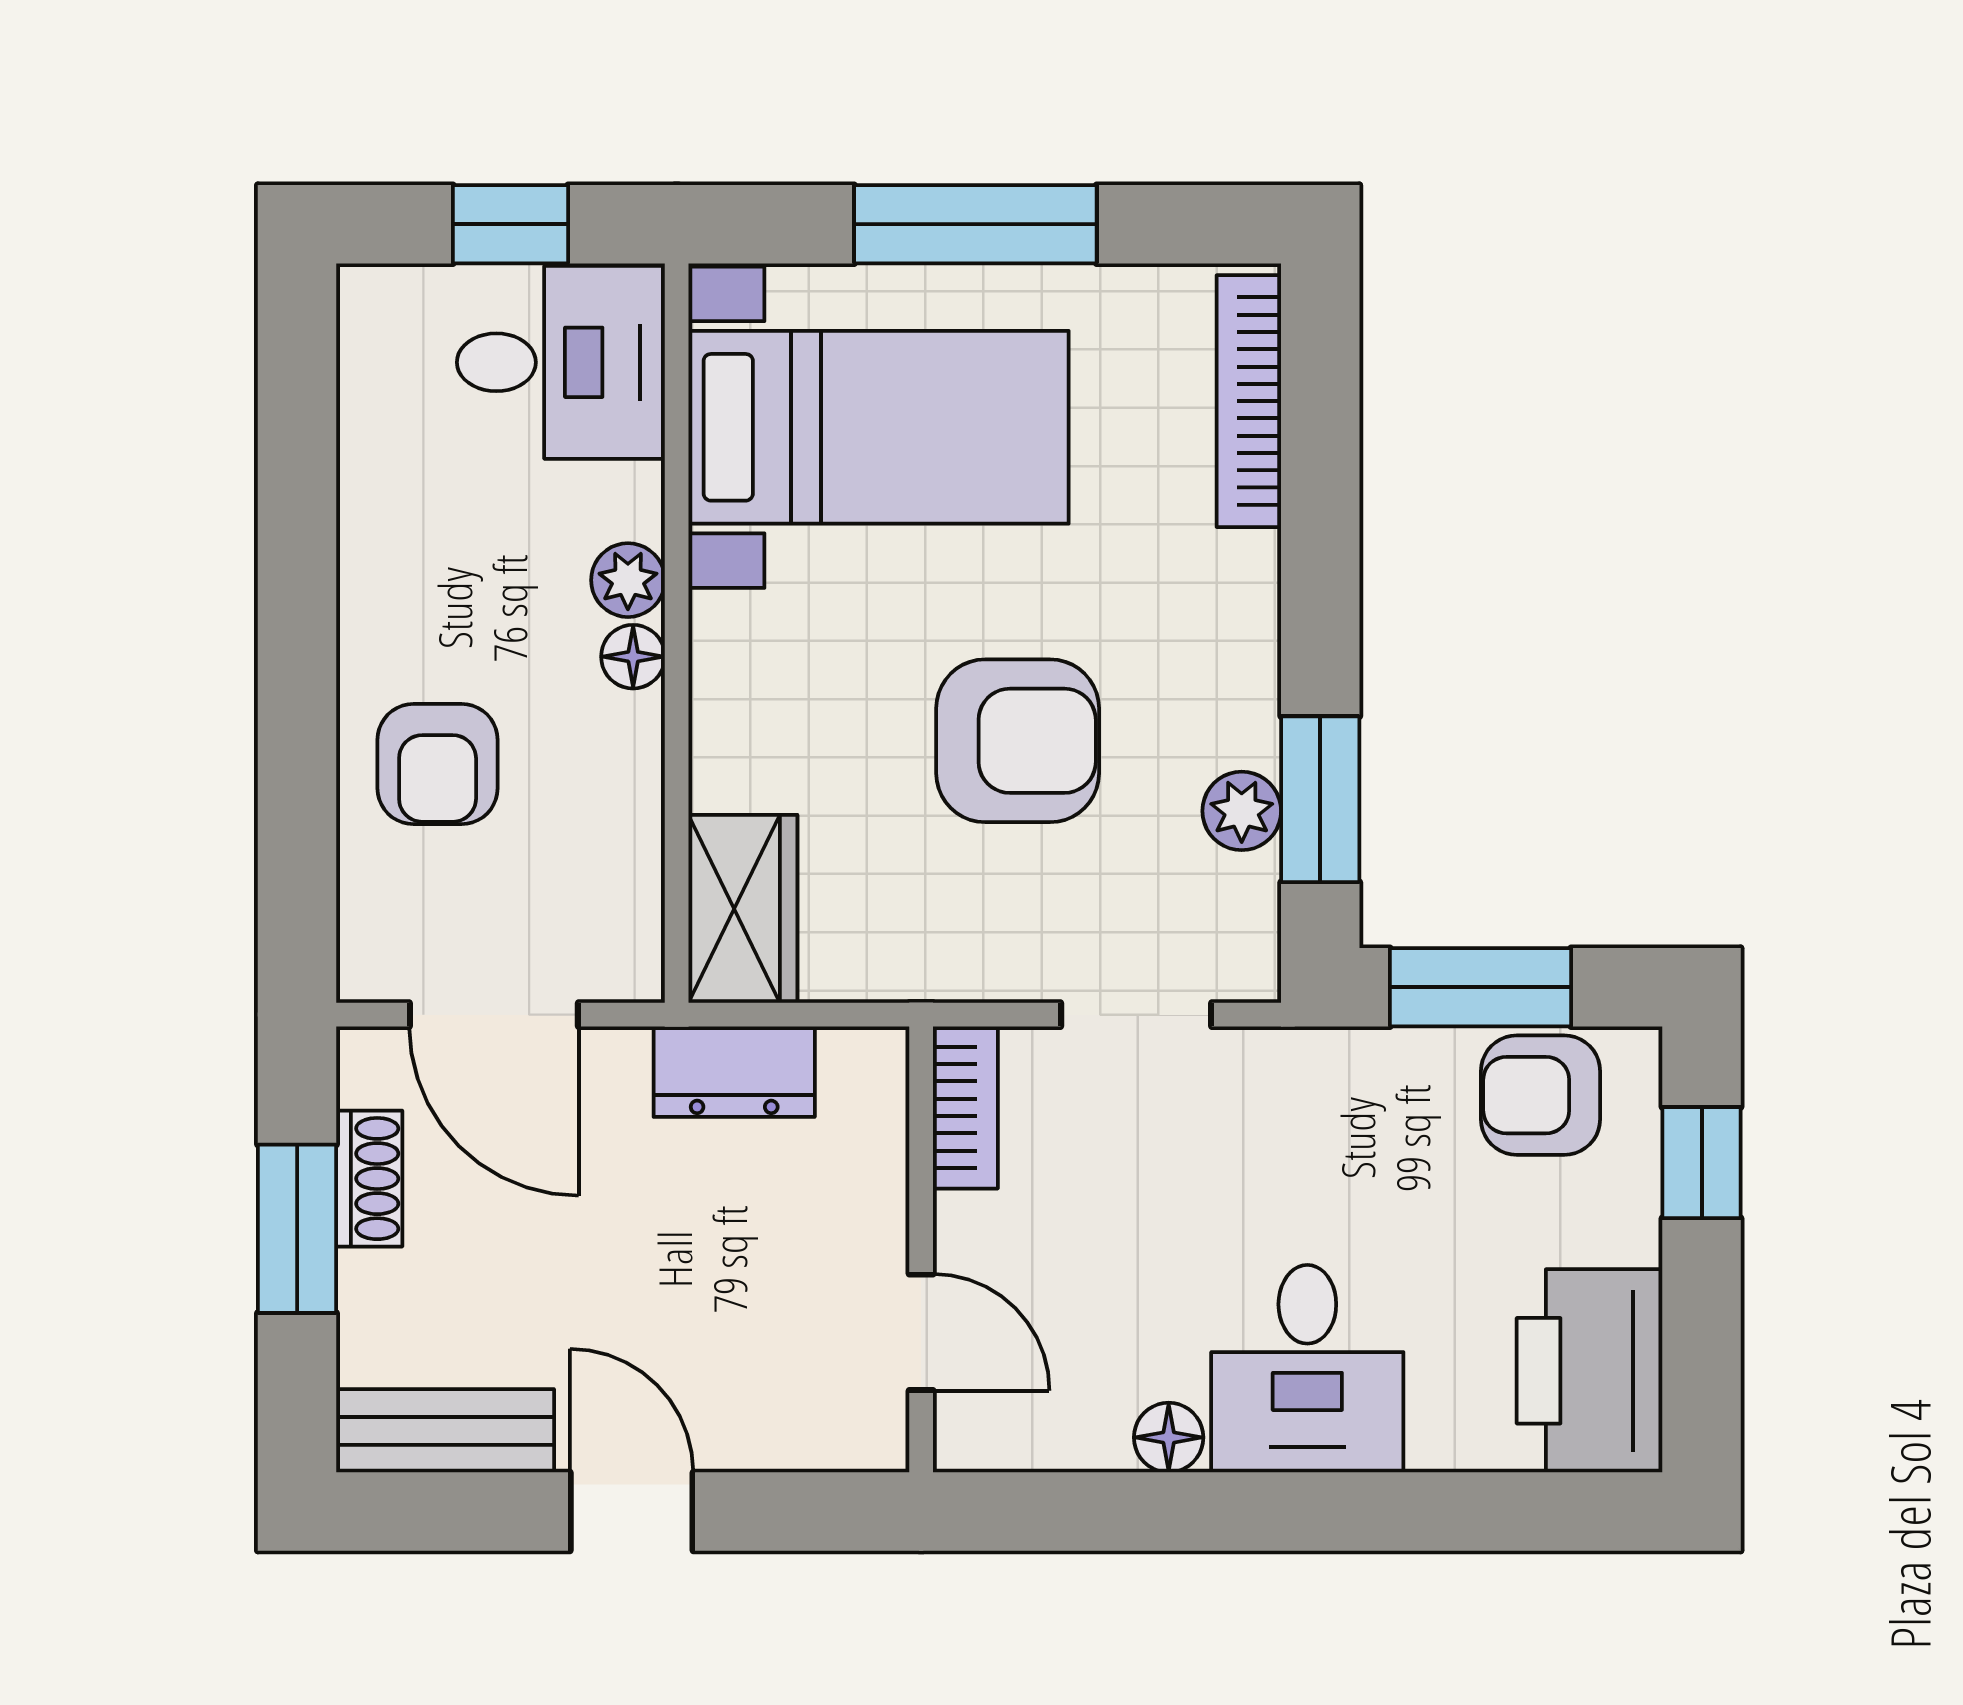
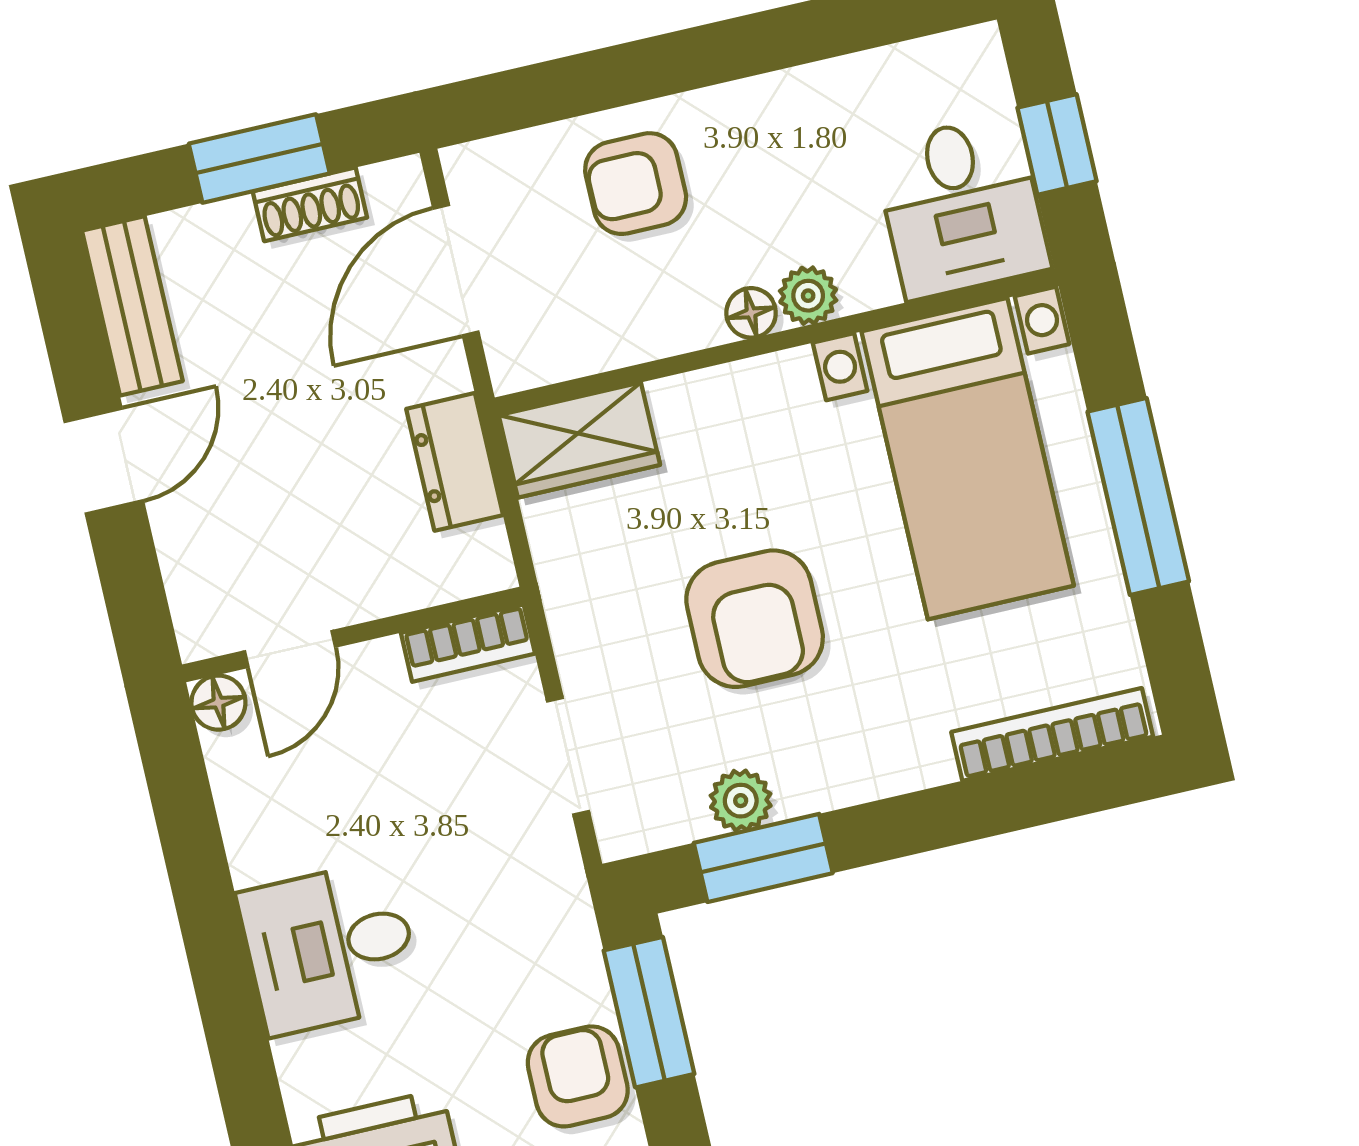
floor lamp: (1169, 1437) -> (218, 703), moved

